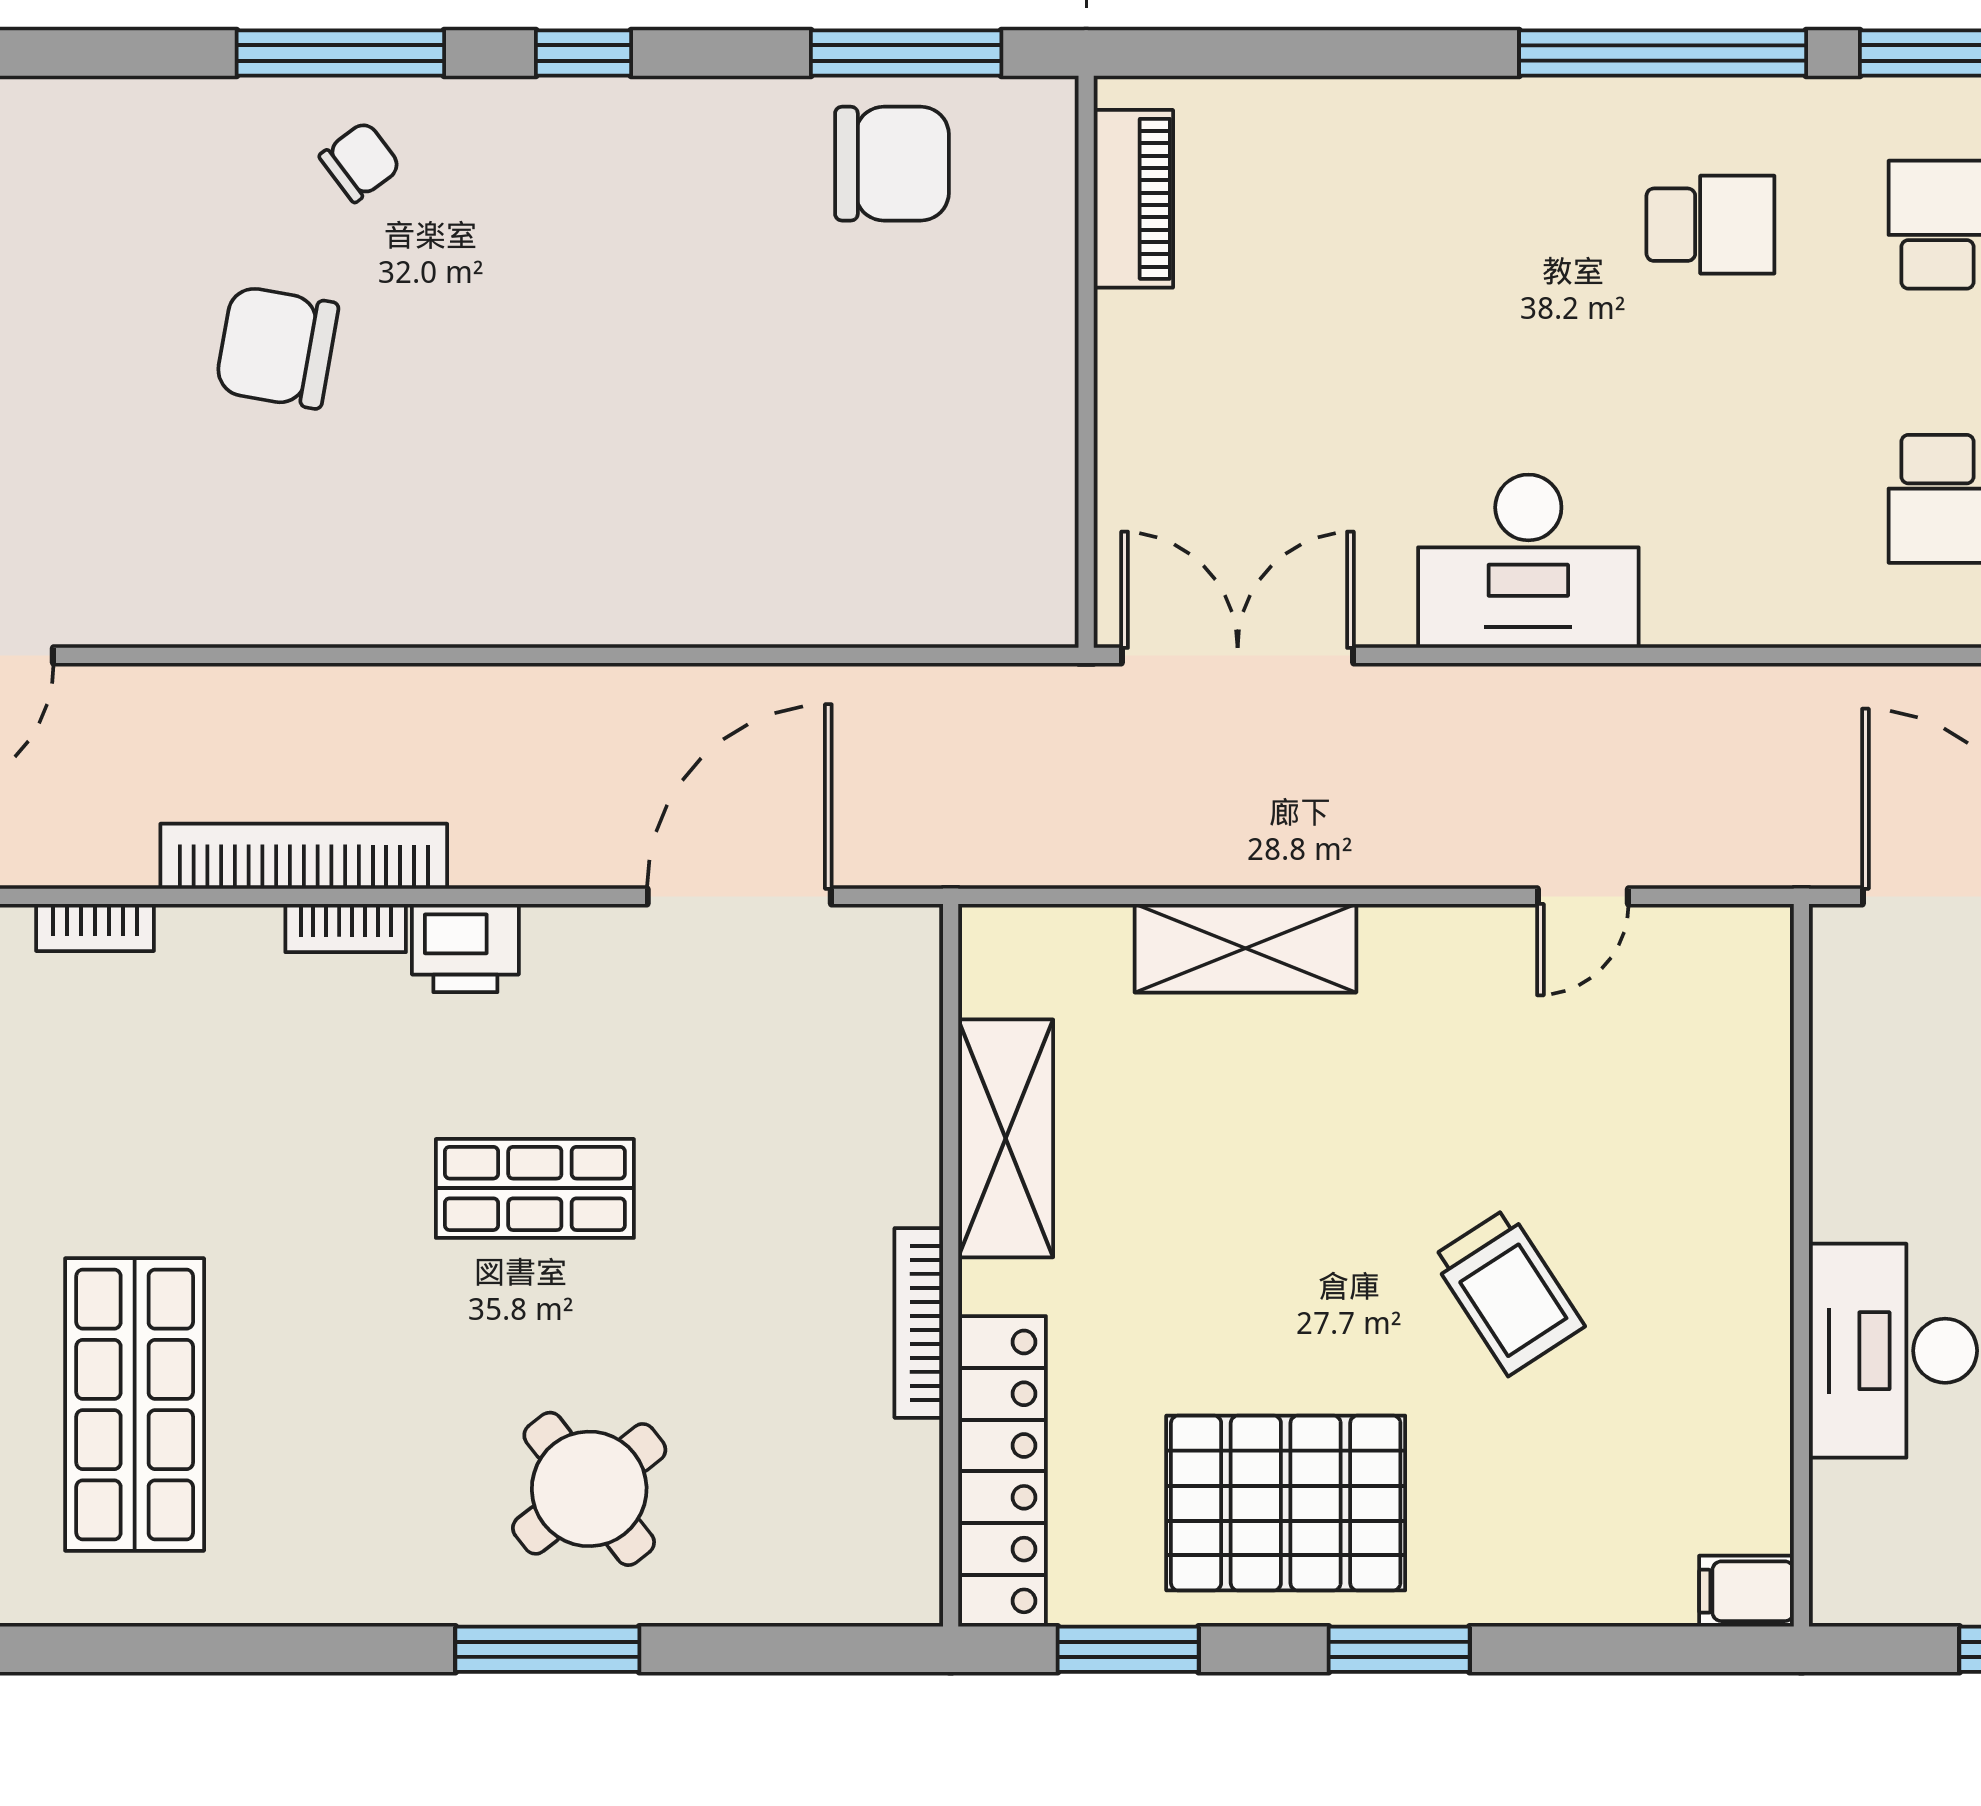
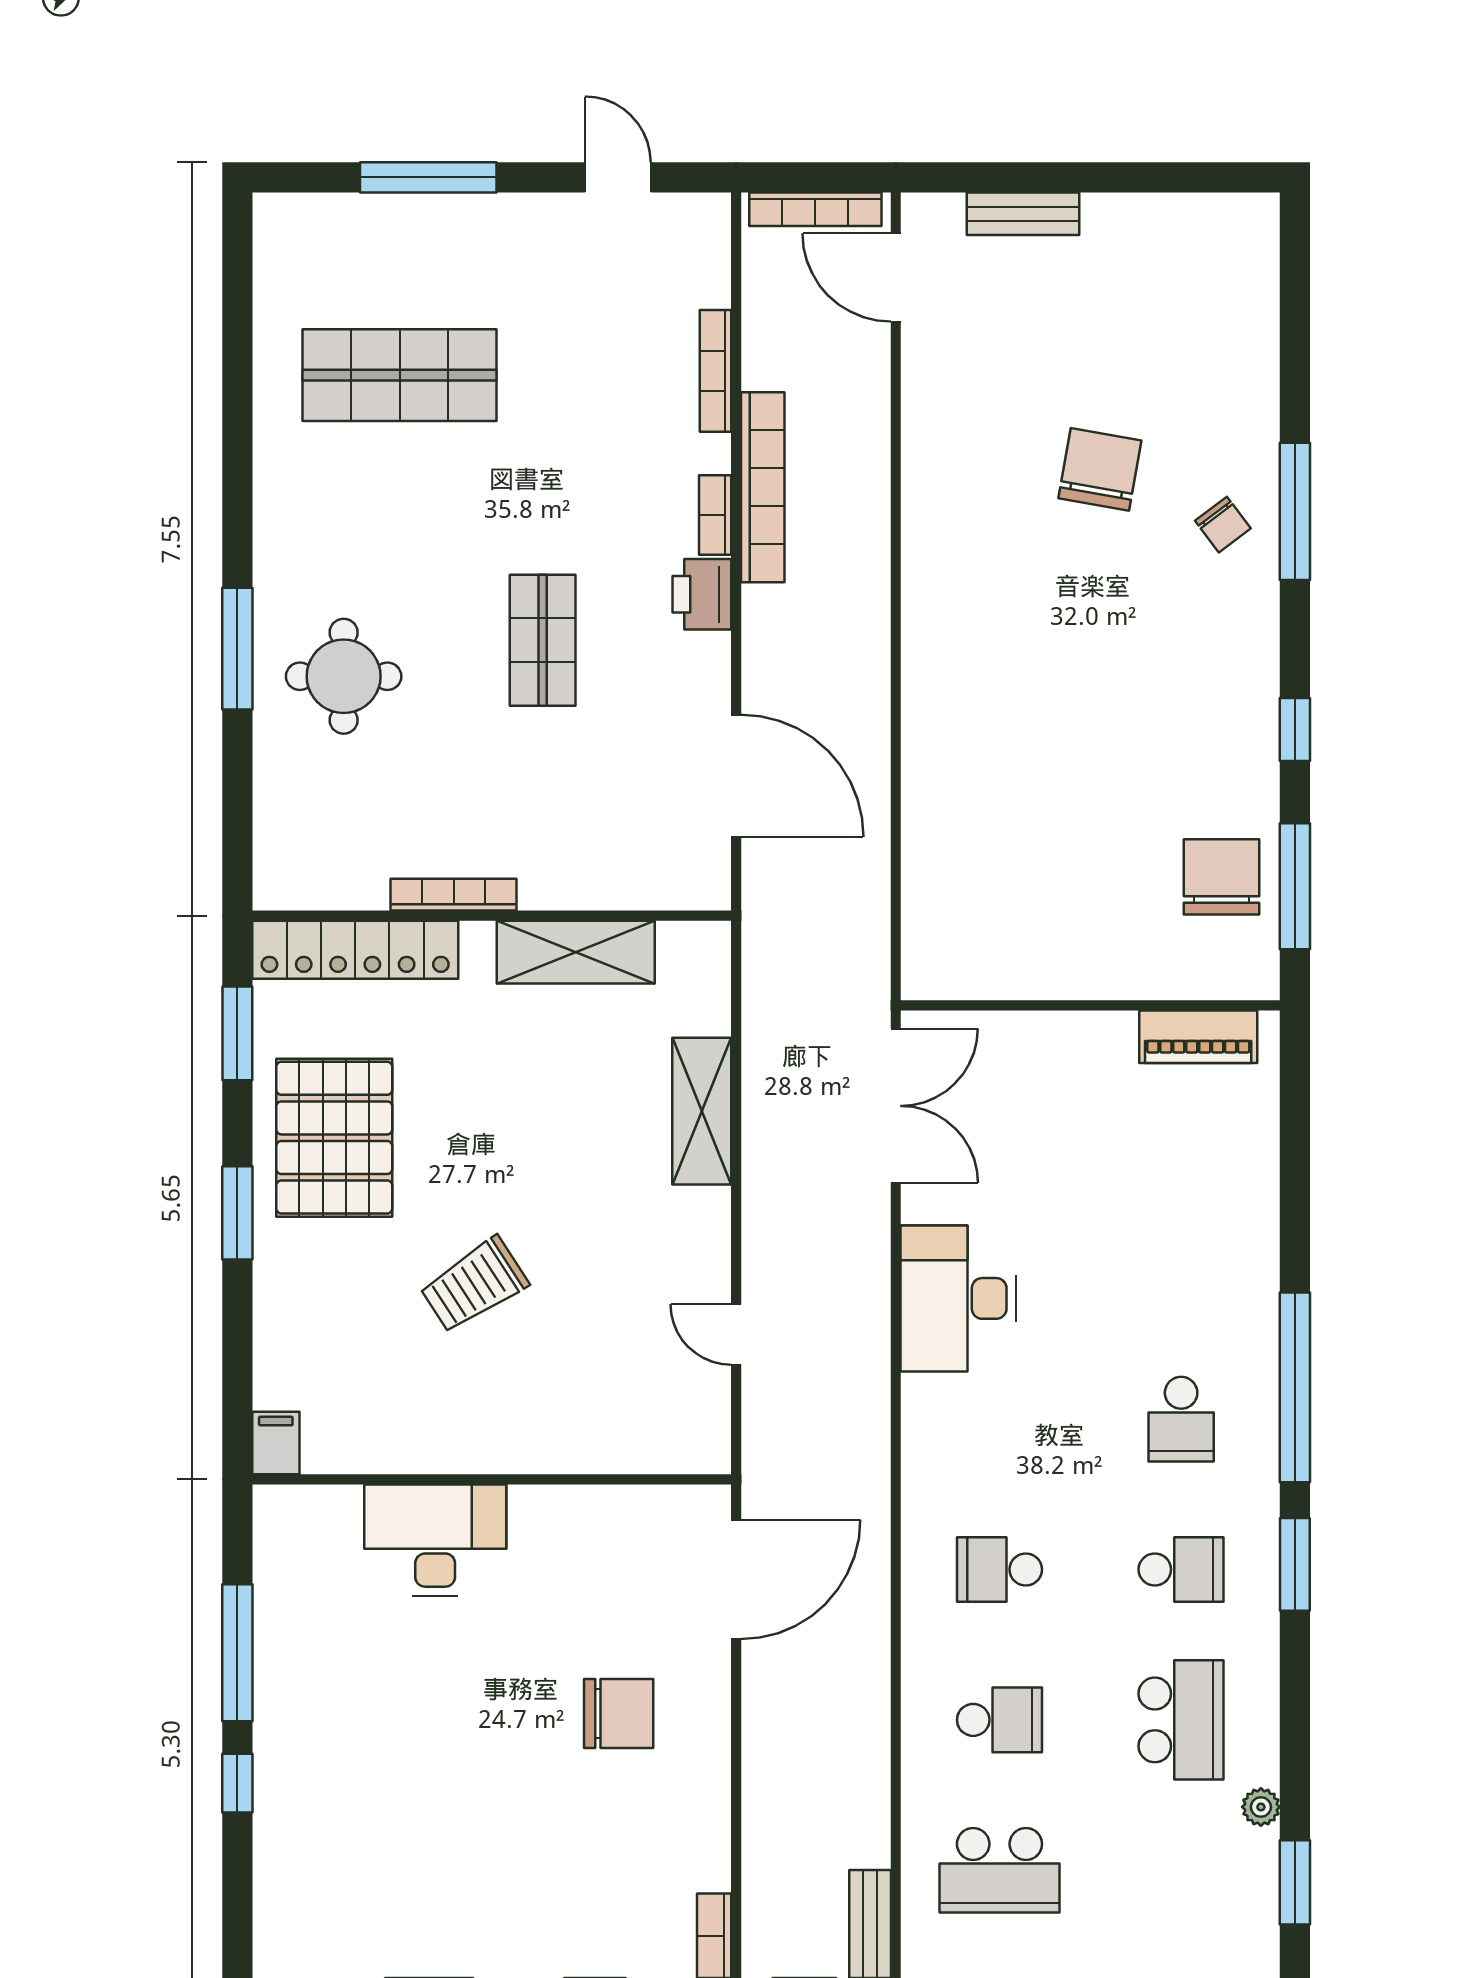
window: (584, 53) -> (1295, 730), moved
chair: (892, 164) -> (1222, 877), turned 180
bookcase: (95, 927) -> (716, 371), width x1.56
round table: (589, 1489) -> (344, 676), turned 38

